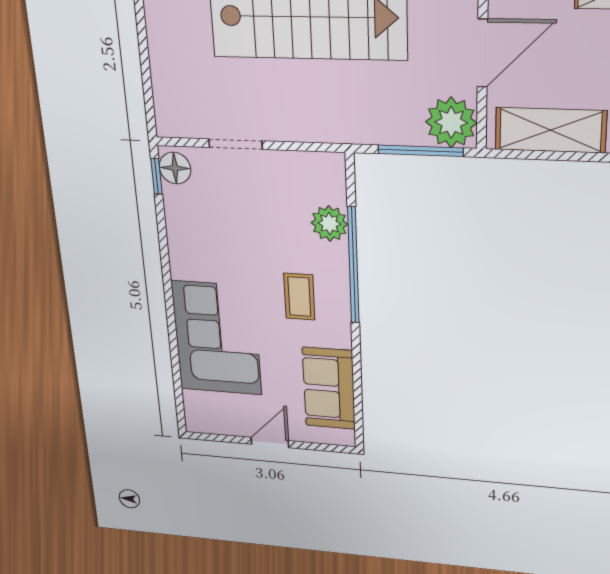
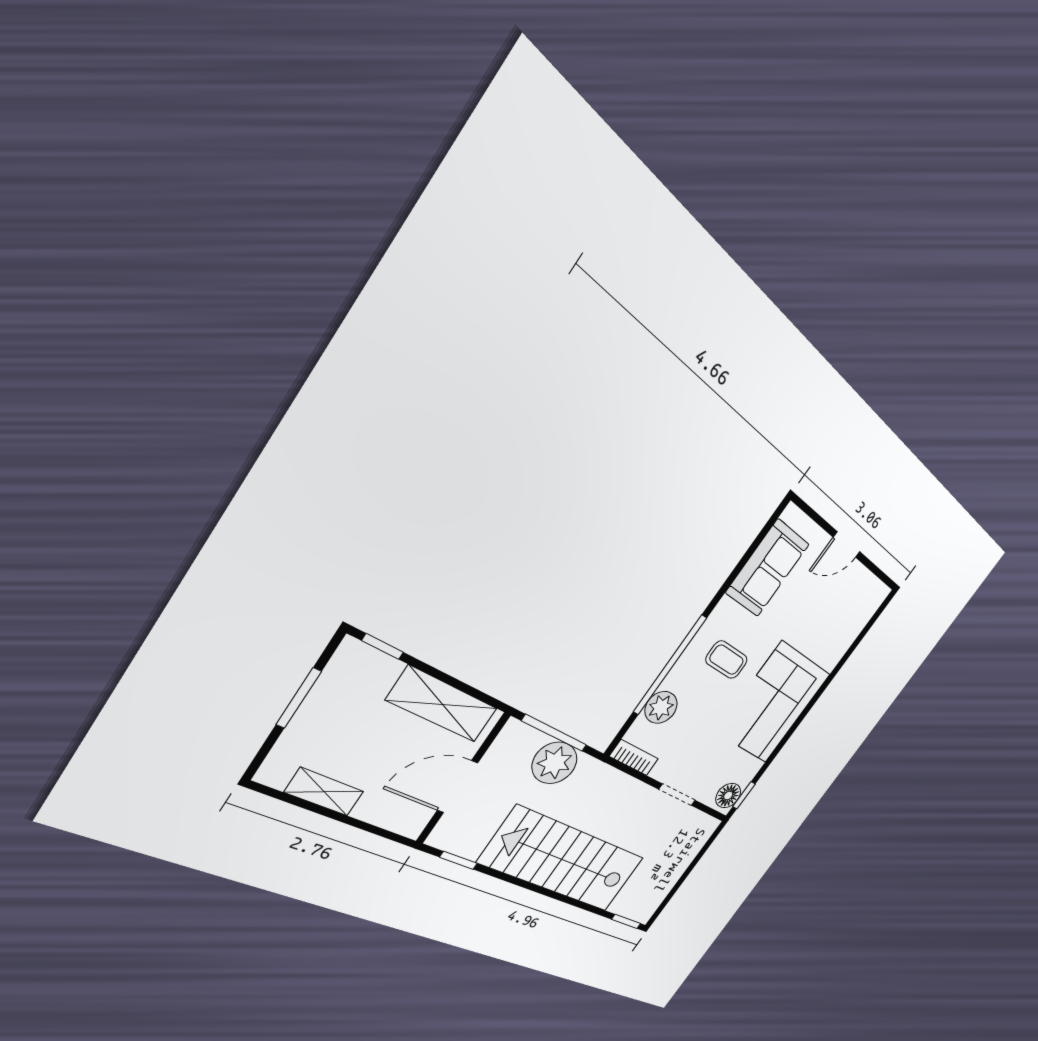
plant: (451, 122) -> (555, 763), moved
bookcase: (317, 162) -> (634, 758), added
coffee table: (299, 297) -> (727, 660), turned 90
corner sofa: (217, 338) -> (774, 703), moved

